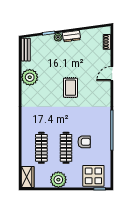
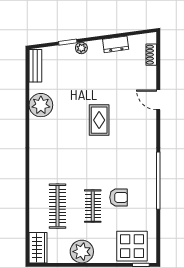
dresser: (72, 36) -> (116, 44), moved
door: (112, 74) -> (158, 100), hinge flipped
clothes rail: (66, 148) -> (93, 206), width x0.73

